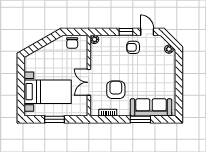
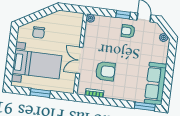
chair: (72, 43) -> (39, 32), moved
armchair: (116, 90) -> (105, 71), turned 90
sofa: (151, 107) -> (156, 84), moved, turned -90
window: (140, 119) -> (145, 106), moved

